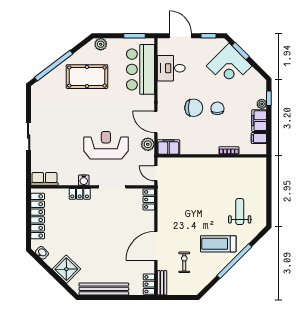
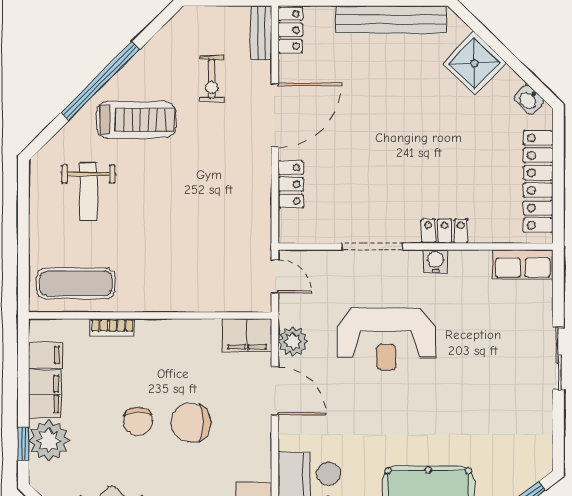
plant: (262, 104) -> (49, 440), width x1.87, depth x1.87
exercise mat: (245, 170) -> (76, 283), added
locker: (149, 199) -> (291, 184), moved

